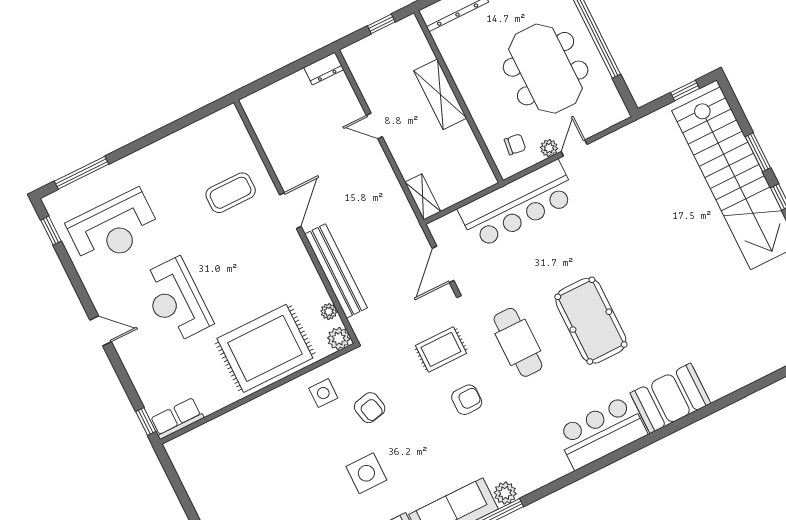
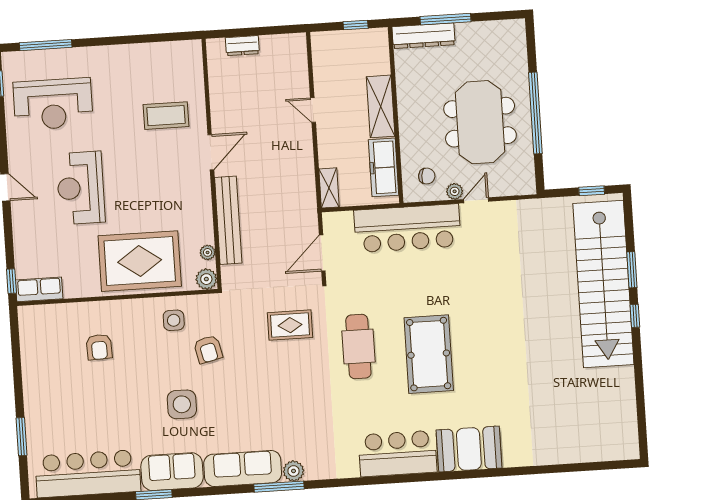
dresser: (324, 68) -> (242, 46), moved
freezer: (468, 154) -> (384, 167), added
armchair: (467, 400) -> (99, 347), moved, turned 88

